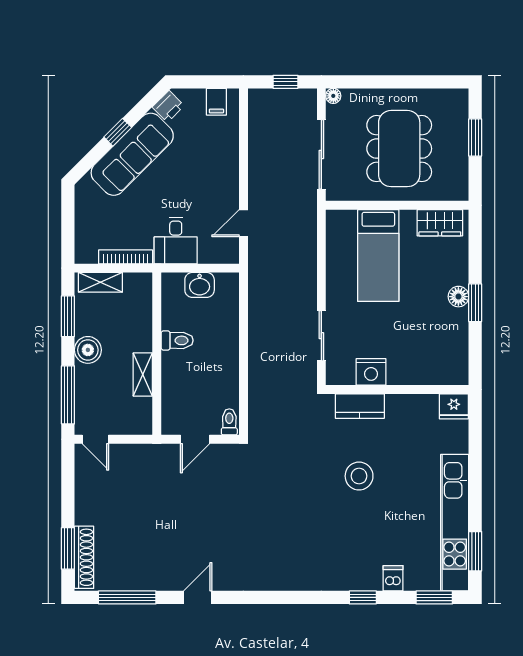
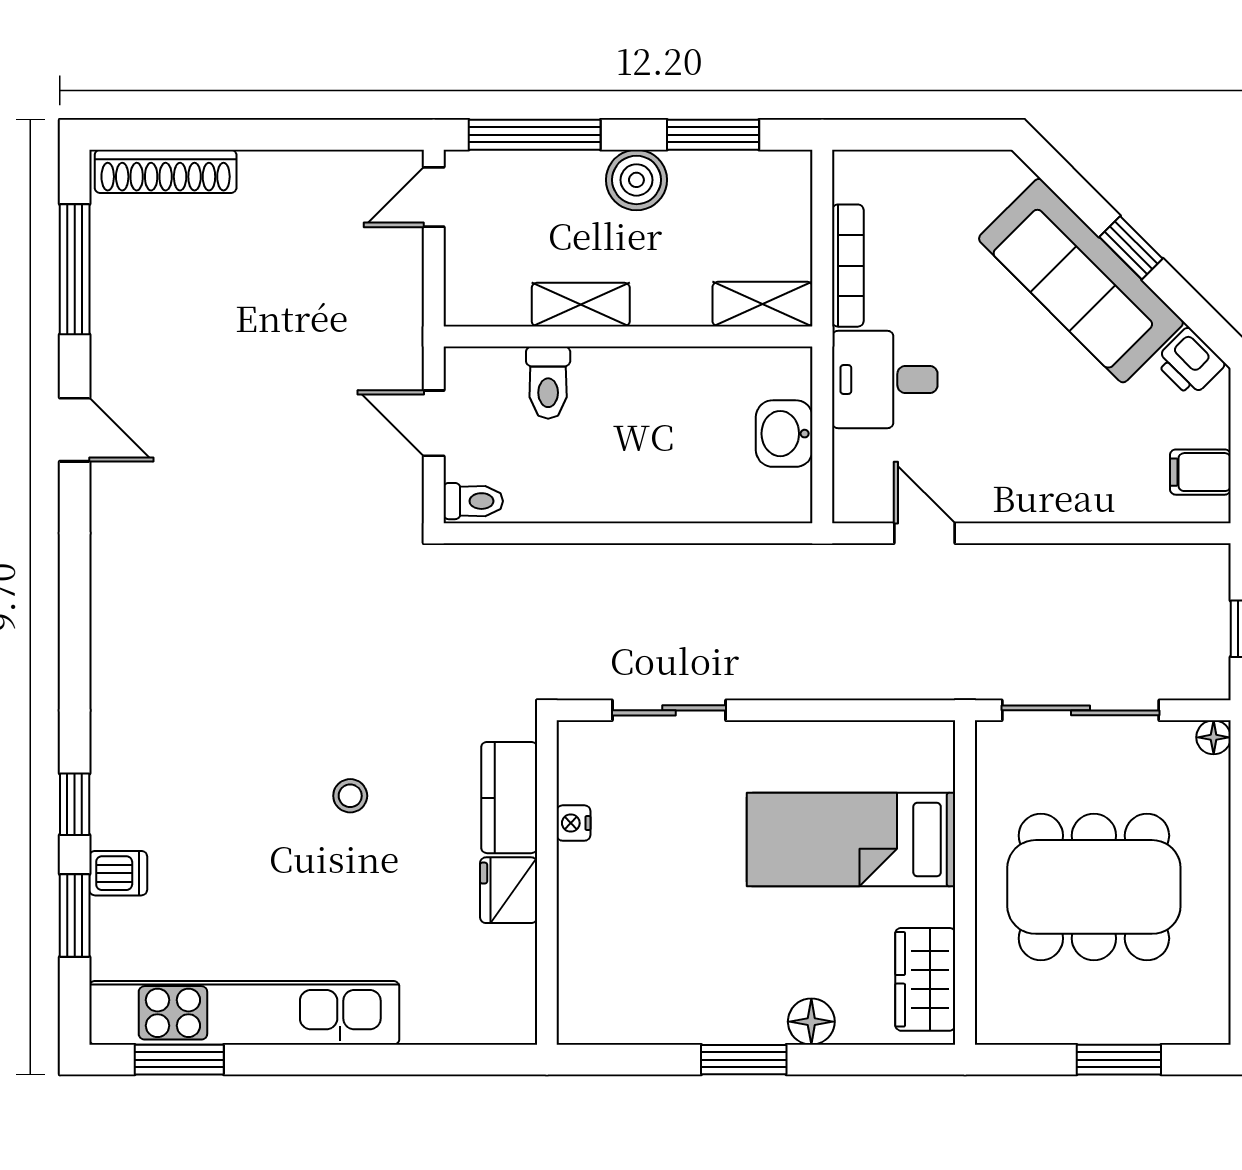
shelving: (100, 282) -> (763, 304), moved, turned 90
floor lamp: (458, 297) -> (811, 1022), moved
toilet: (177, 340) -> (548, 383), moved
nightstand: (371, 372) -> (573, 823), width x0.53, depth x0.56
fridge: (454, 406) -> (509, 890), moved
stool: (359, 476) -> (350, 796), width x0.53, depth x0.53
window: (68, 548) -> (186, 135), removed
window: (434, 597) -> (75, 916), moved

